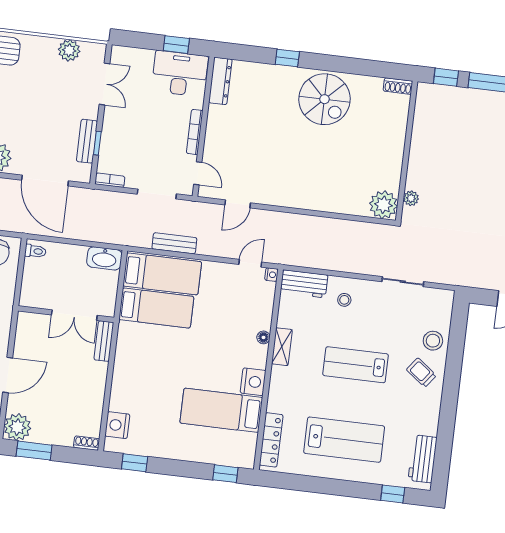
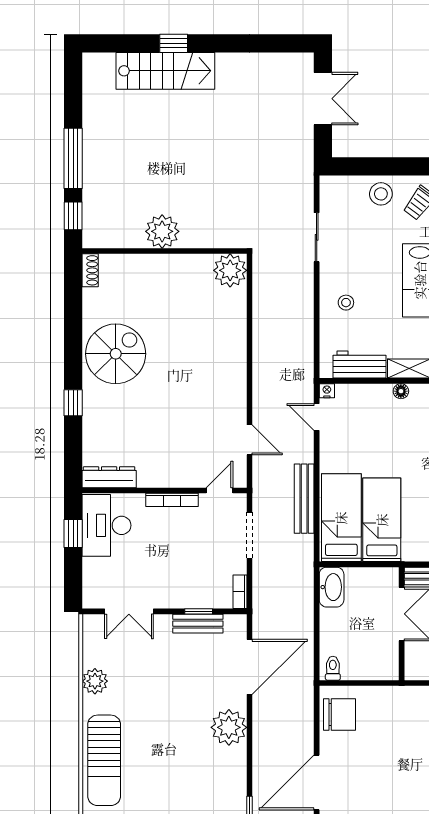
plant: (69, 50) -> (95, 681), moved
double door: (105, 84) -> (129, 611), swing flipped
plant: (411, 198) -> (162, 231), moved, width x1.87, depth x1.87
bench: (174, 243) -> (304, 499), width x1.36
workbench: (304, 284) -> (359, 365), moved, turned -90

